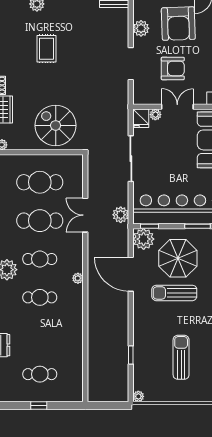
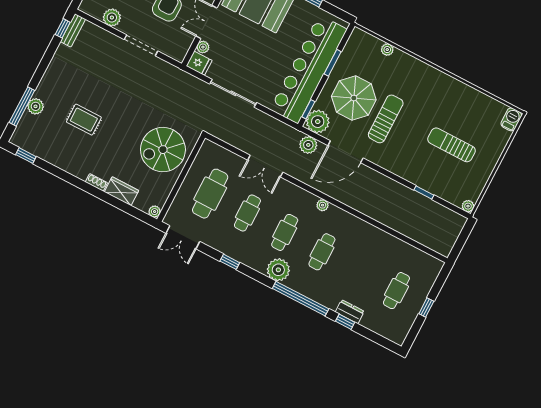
plant: (121, 215) -> (308, 145), moved
cafe table: (40, 221) -> (247, 213), width x0.73, depth x0.74
sun lounger: (174, 293) -> (386, 119), turned 180

